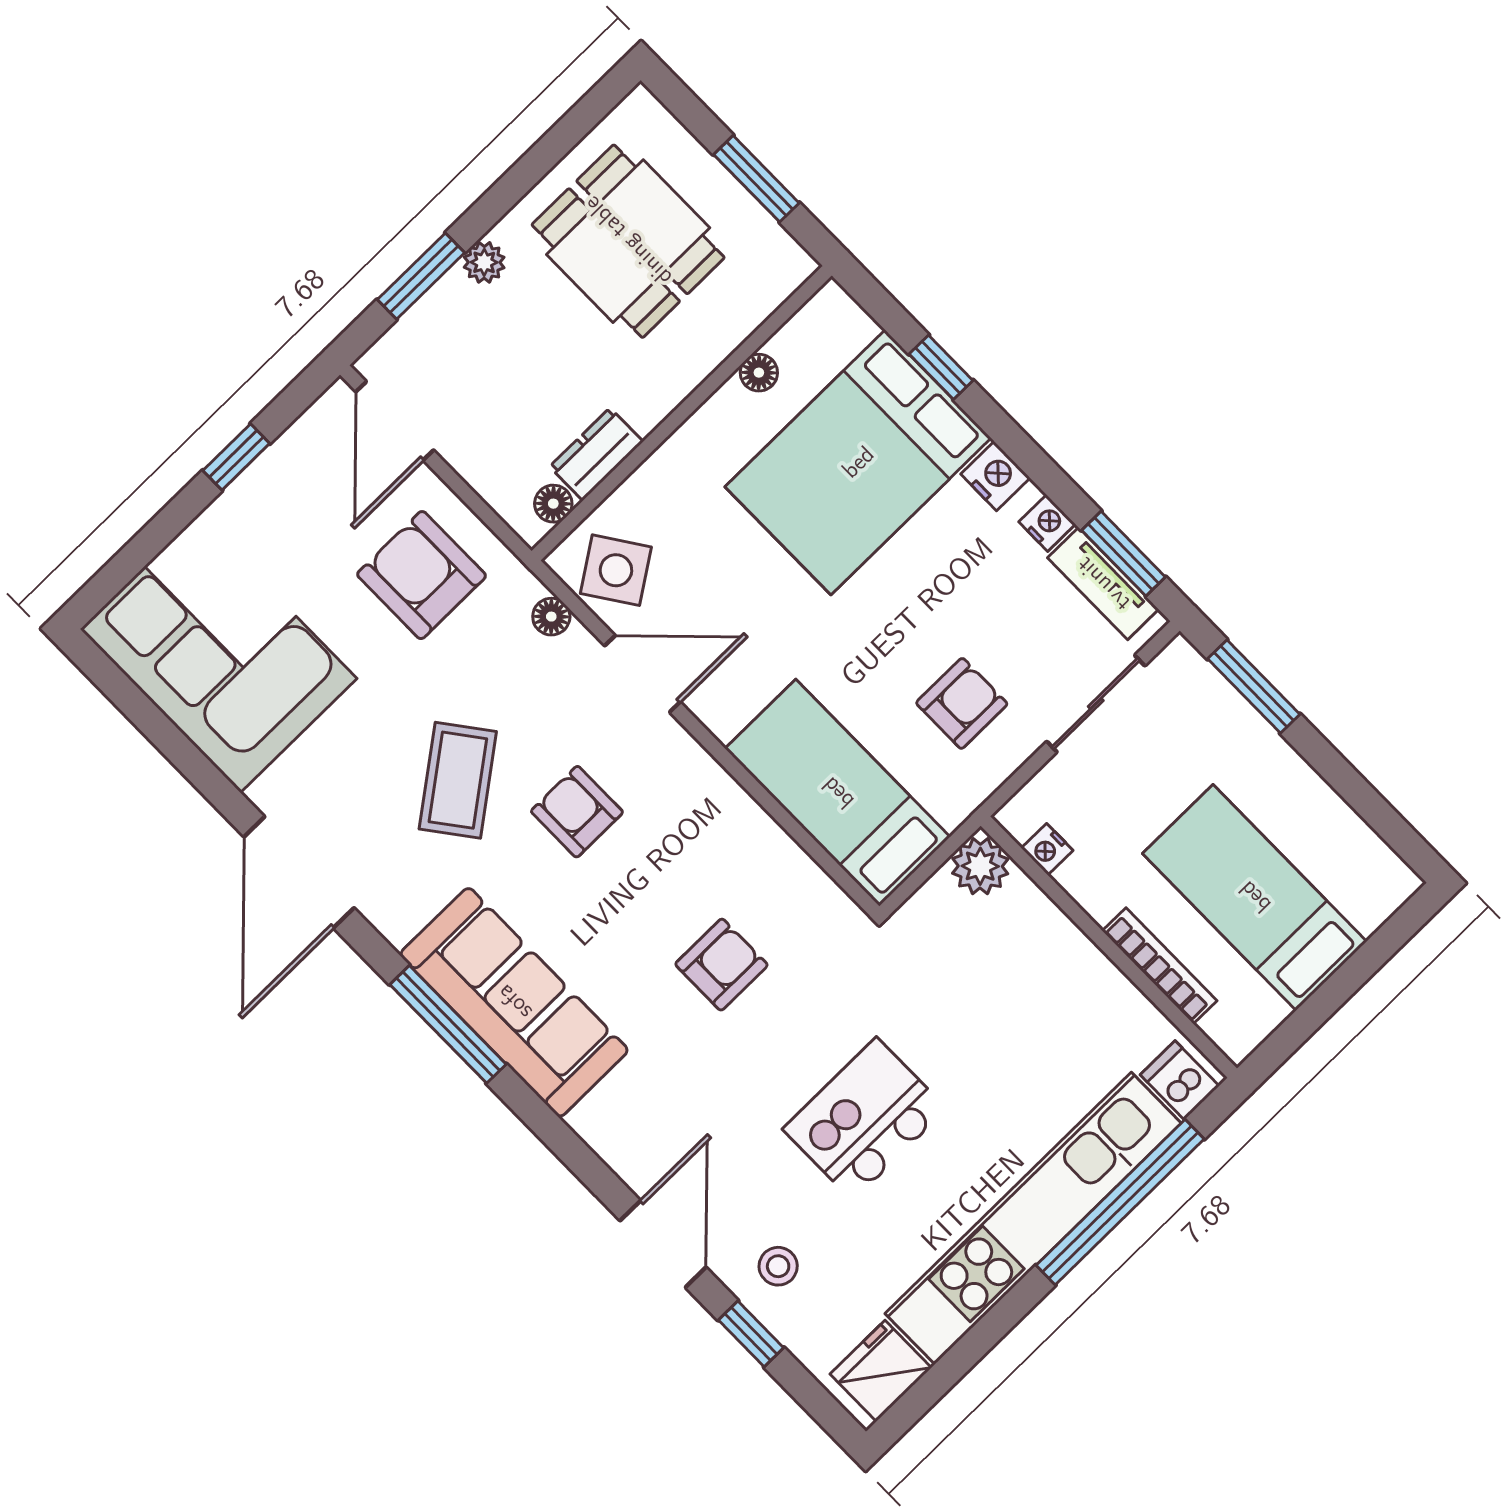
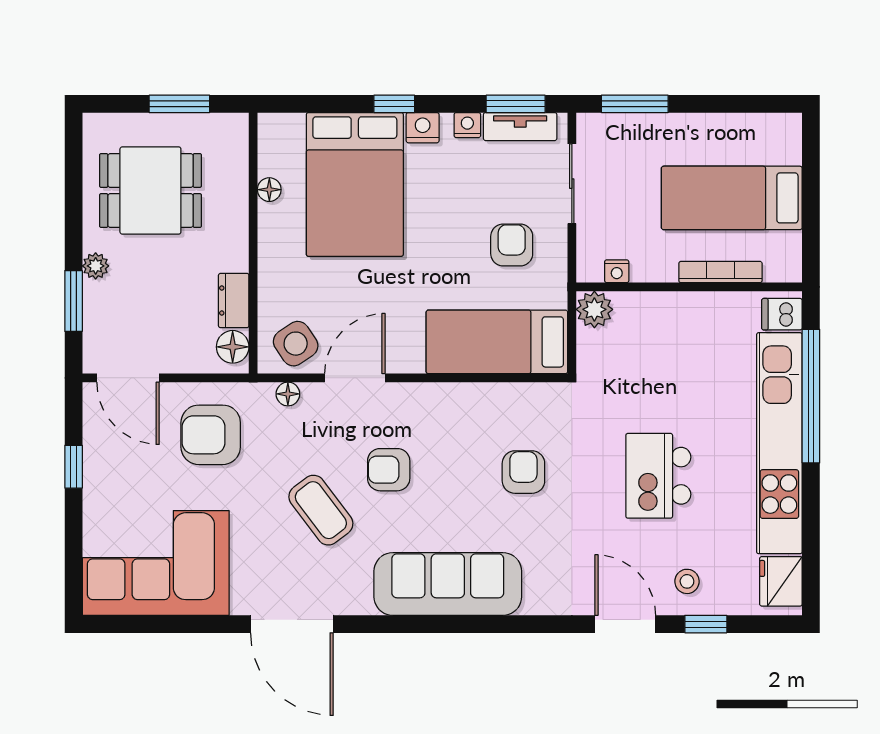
window: (941, 367) -> (394, 104), moved
floor lamp: (553, 504) -> (233, 347), width x1.37, depth x1.37
window: (448, 1024) -> (428, 624), removed

